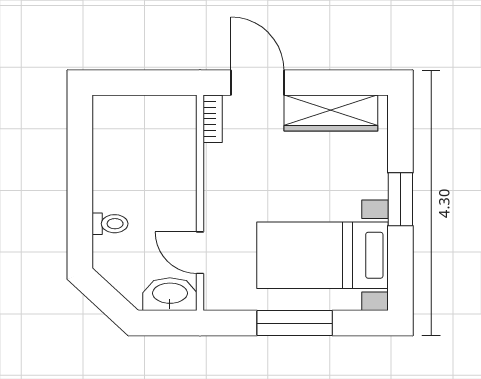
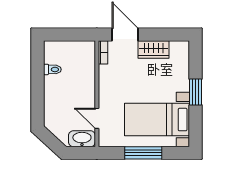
wardrobe: (331, 113) -> (154, 49), width x0.67
toilet: (110, 224) -> (52, 69), moved

